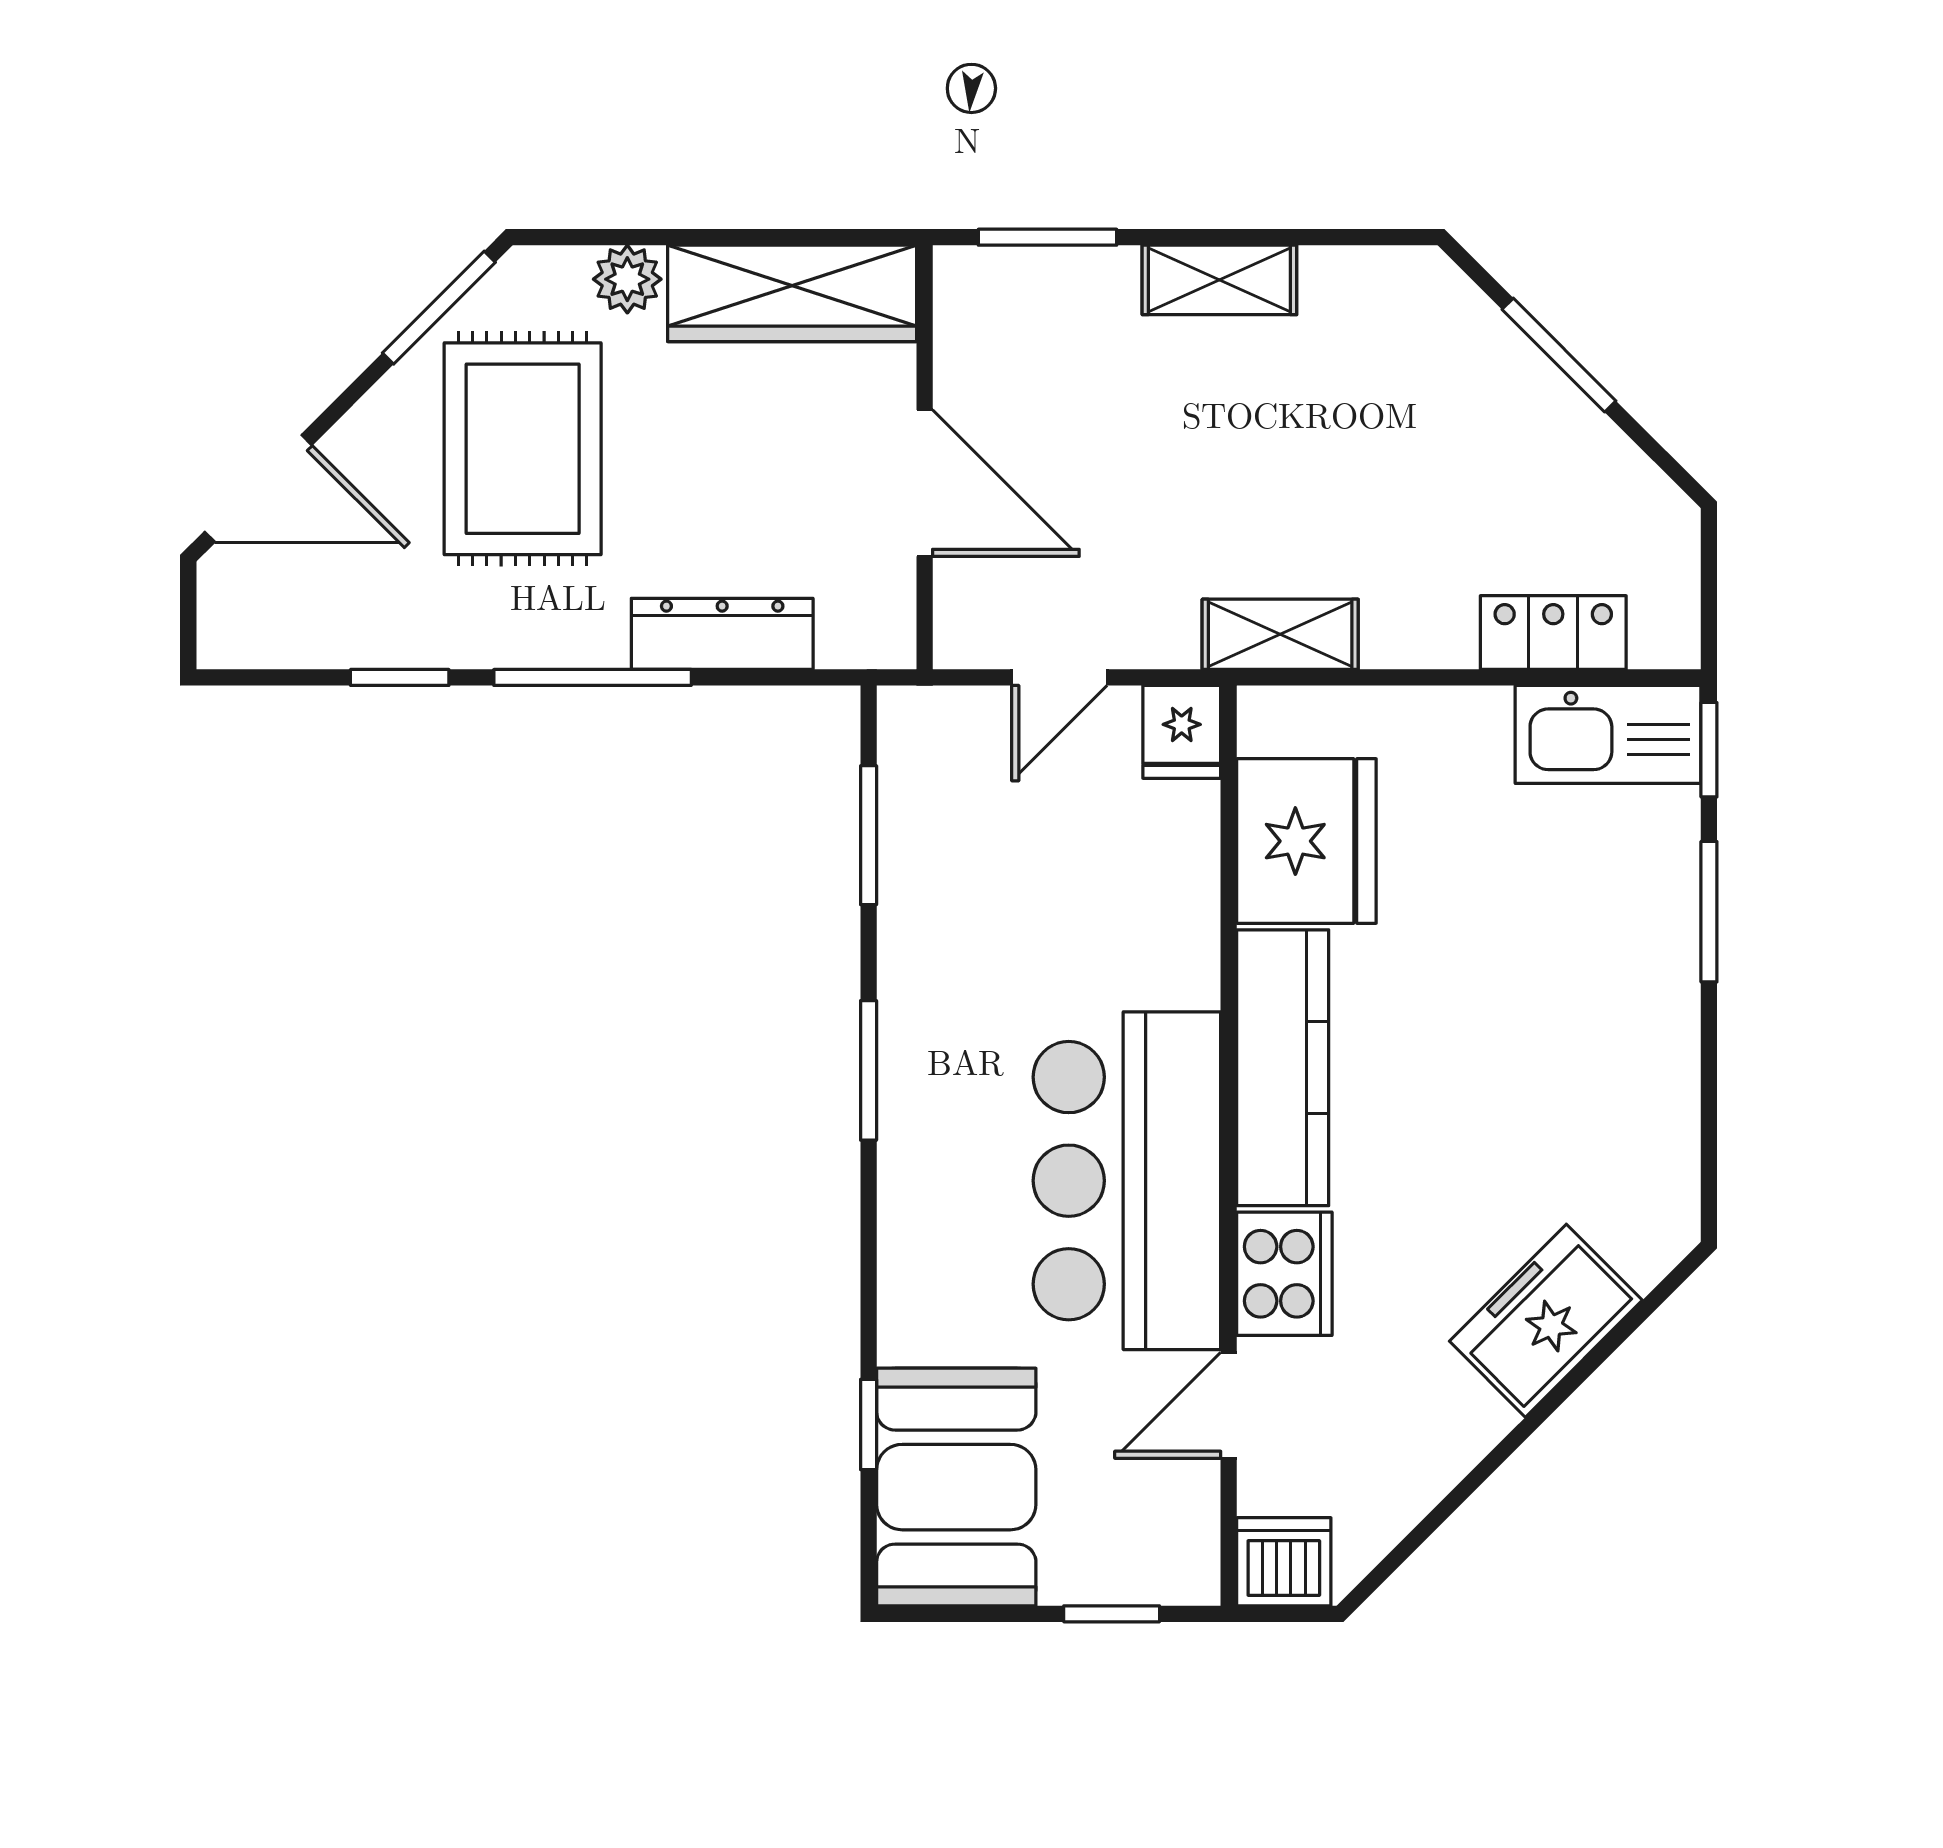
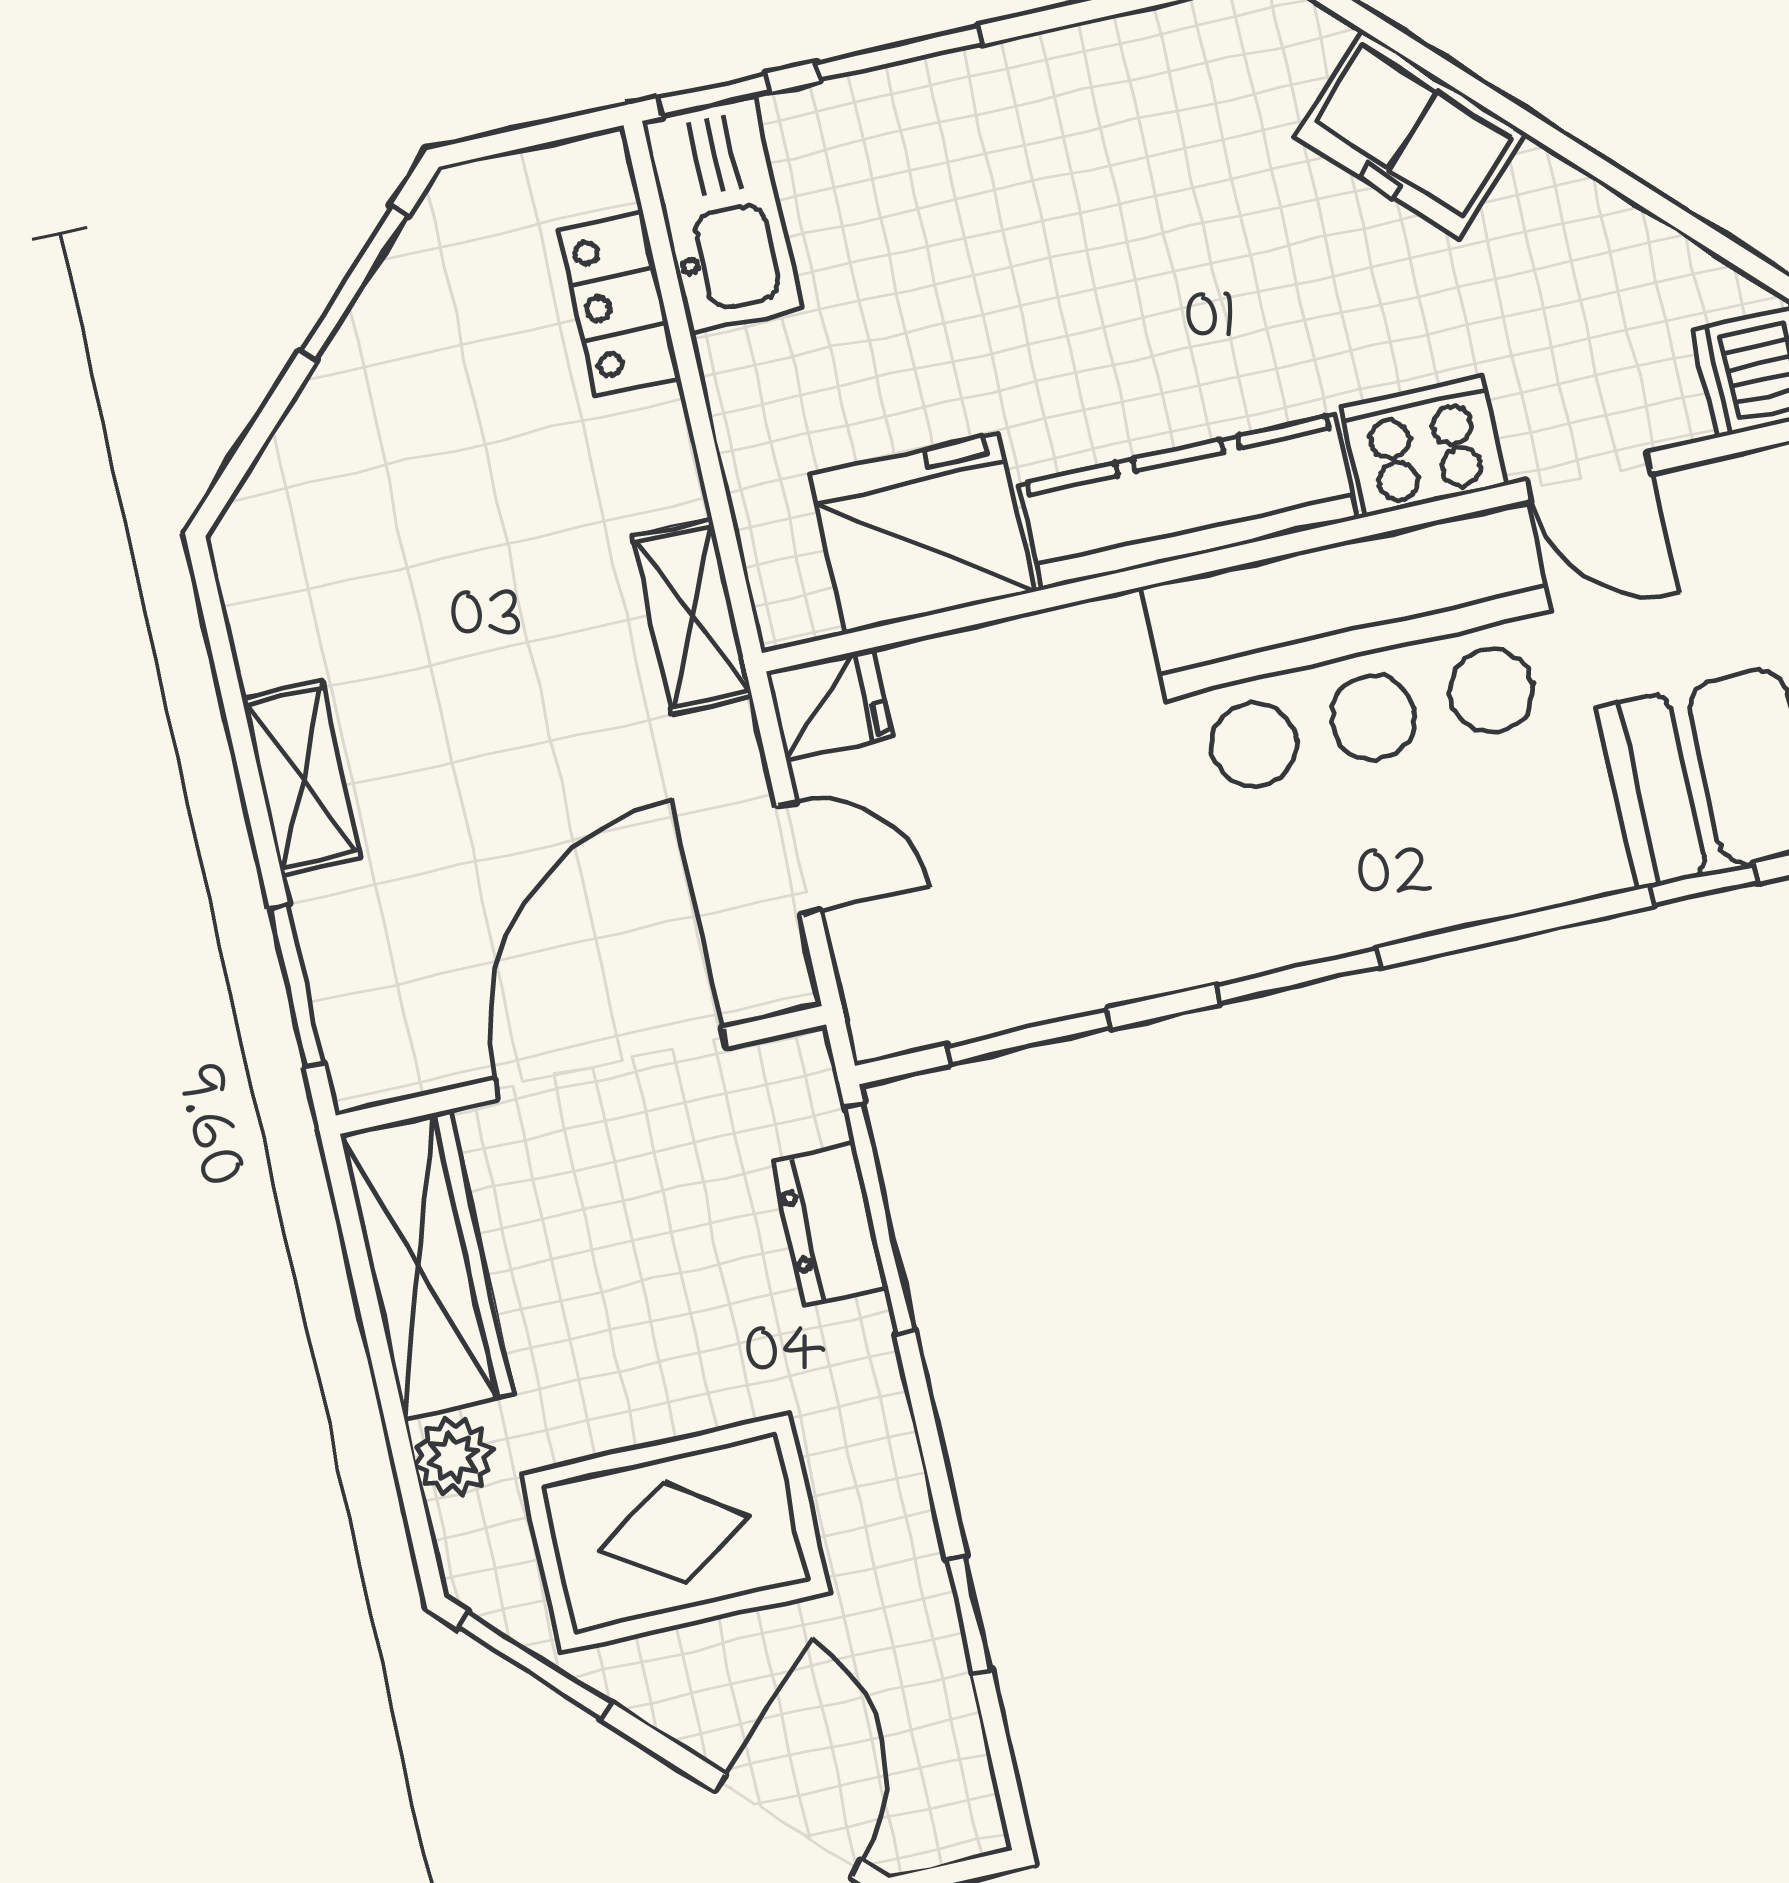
window: (1559, 355) -> (354, 283), moved
door: (925, 483) -> (611, 1063), width x1.36
dresser: (722, 634) -> (829, 1225), width x0.70
window: (593, 677) -> (880, 1218), moved

